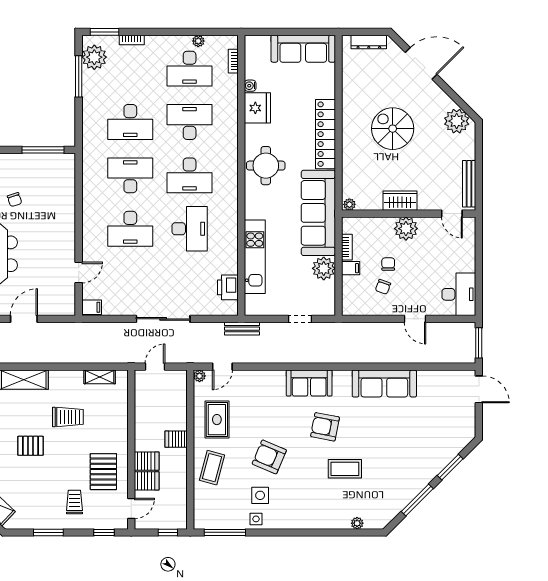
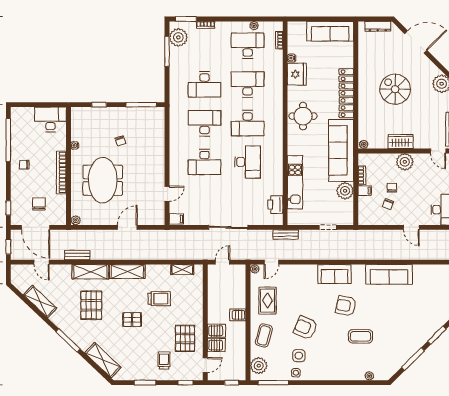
desk: (190, 69) -> (248, 46), turned 180
plant: (205, 509) -> (259, 366), added

